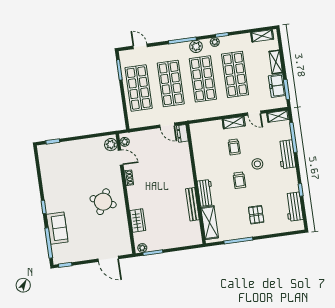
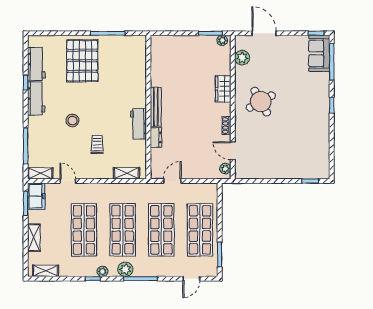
door: (140, 46) -> (191, 279), hinge flipped
freezer: (277, 86) -> (36, 196), moved
shelving: (234, 123) -> (126, 173), moved
door: (167, 125) -> (172, 181), hinge flipped
dresser: (182, 133) -> (156, 137), moved
plant: (111, 145) -> (242, 58), moved
workbench: (287, 154) -> (36, 98), moved
trolley: (239, 180) -> (96, 104), removed
workbench: (205, 193) -> (138, 124), moved
round table: (103, 202) -> (261, 102), turned 36
bench: (192, 204) -> (156, 107), moved
pallet: (256, 215) -> (82, 61), width x2.05, depth x2.00
wardrobe: (138, 221) -> (223, 89), moved
shelving: (210, 223) -> (139, 59), removed
sofa: (57, 228) -> (319, 53), moved

